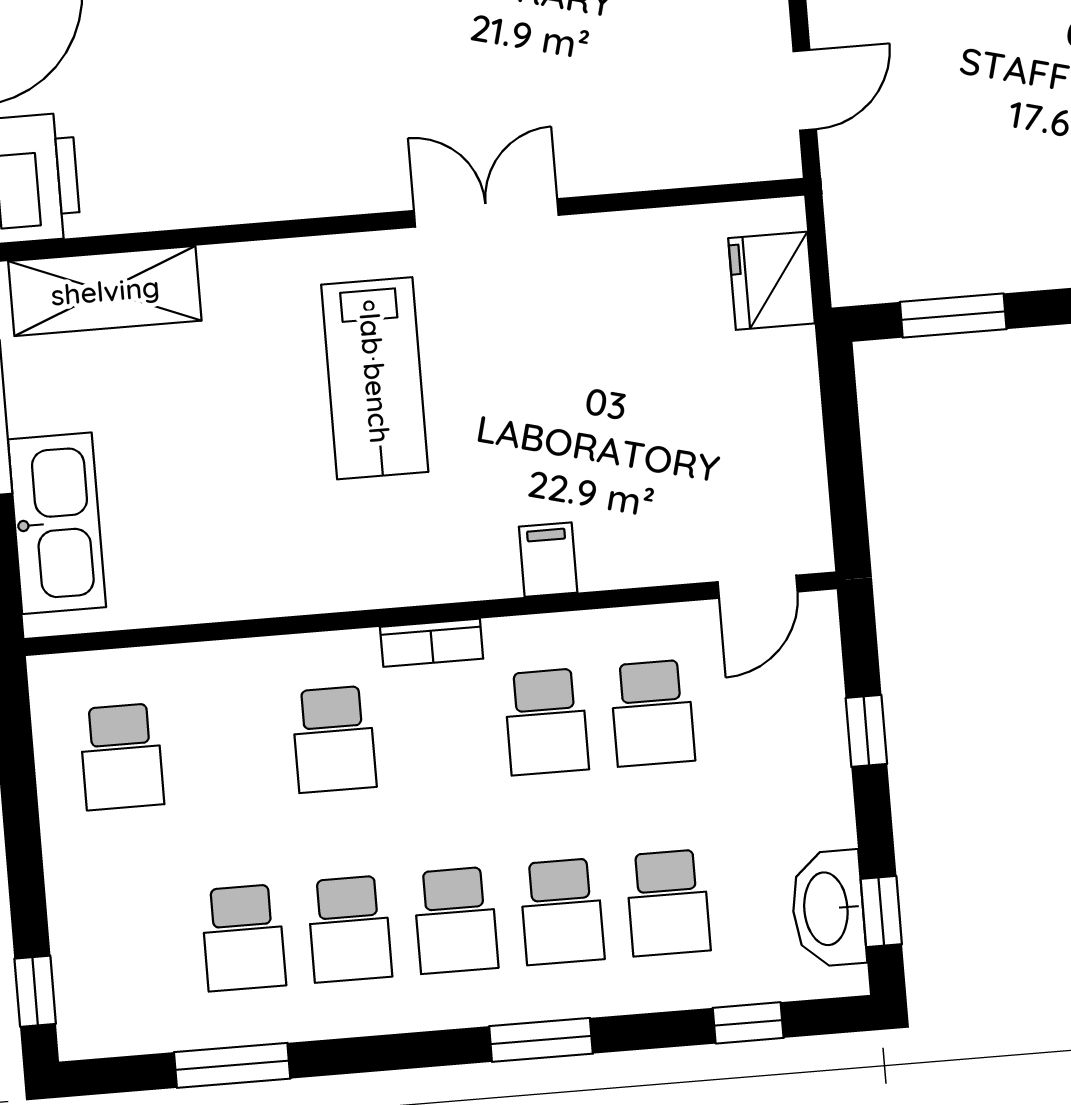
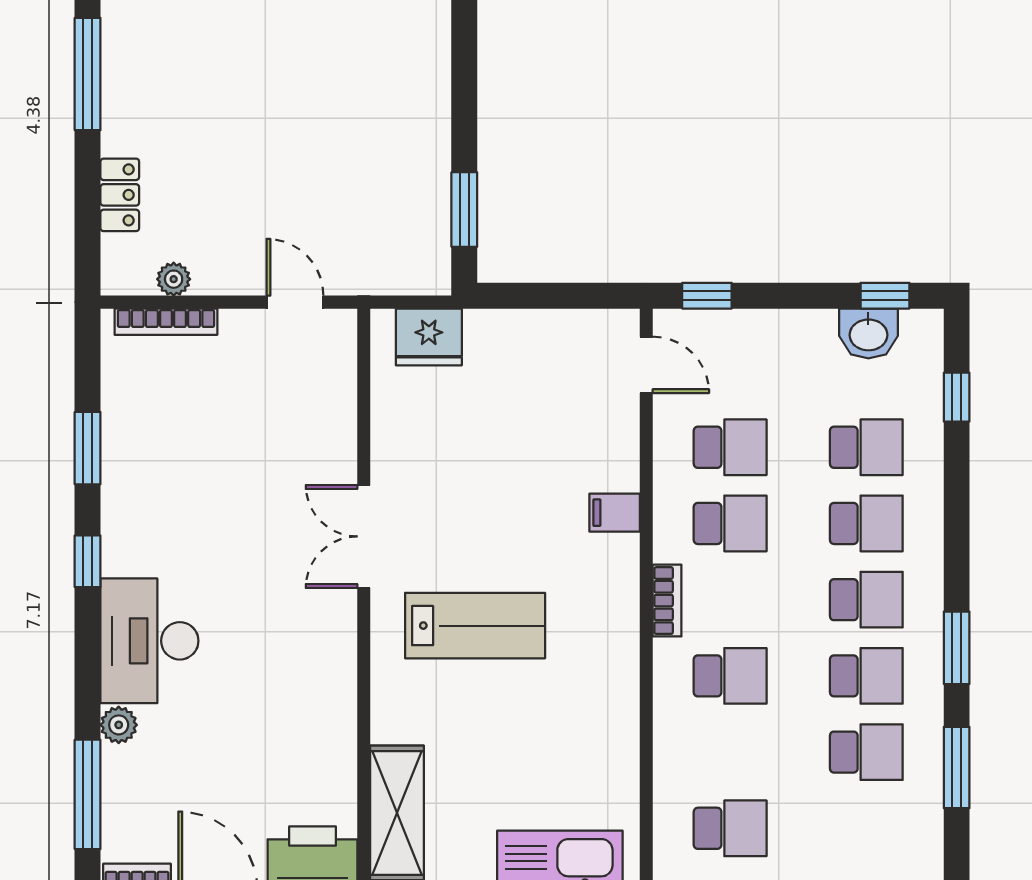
window: (866, 731) -> (707, 296), moved
washbasin: (828, 909) -> (868, 333), width x0.72
window: (541, 1040) -> (957, 648), moved

